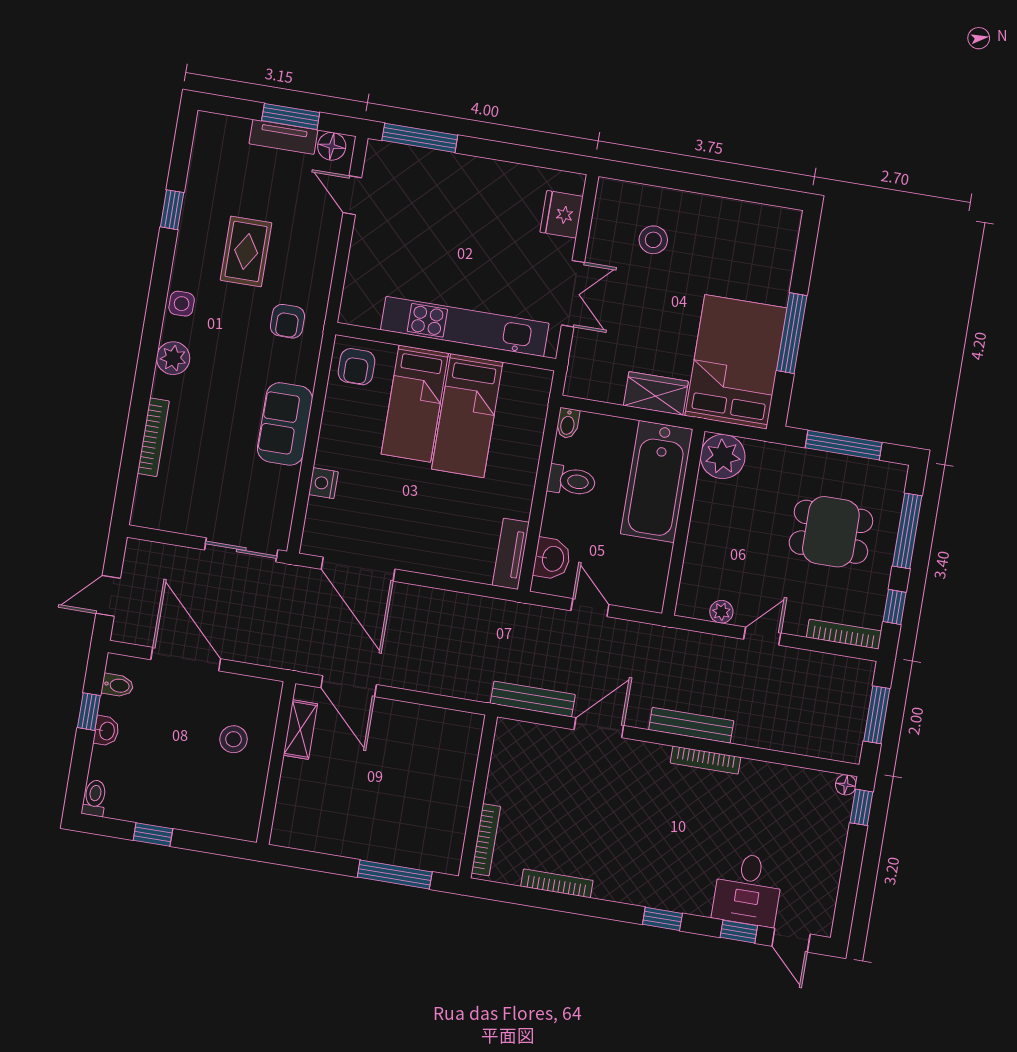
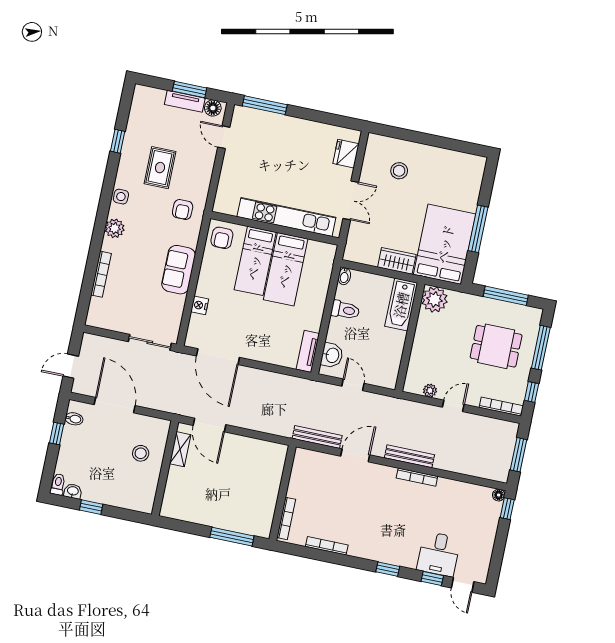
bathtub: (657, 481) -> (401, 305), width x0.73, depth x0.73
washbasin: (106, 731) -> (73, 491), moved, turned -90

